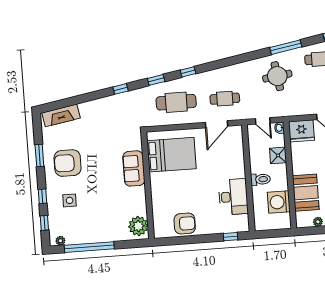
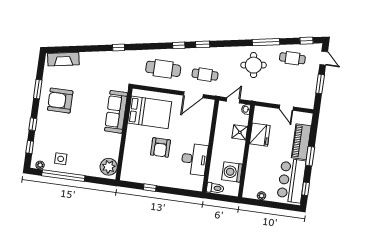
window: (156, 80) -> (203, 44), moved
door: (263, 121) -> (233, 100), swing flipped
fridge: (301, 131) -> (260, 135), moved, turned -90
sofa: (134, 168) -> (116, 112), width x1.36
toilet: (260, 179) -> (215, 188), moved
booth: (306, 193) -> (256, 169), removed
side table: (70, 200) -> (61, 159), moved
armchair: (185, 224) -> (160, 147), moved, turned 90
window: (230, 237) -> (150, 188), moved

